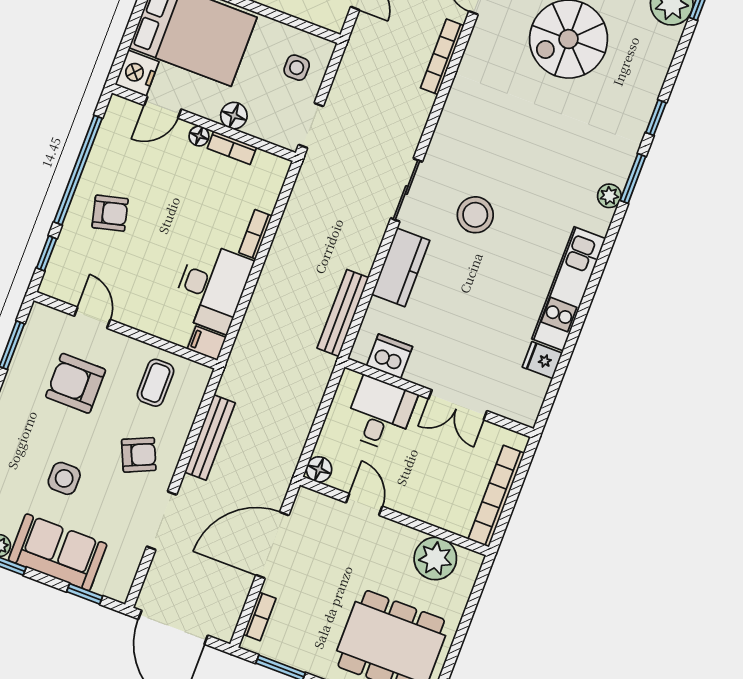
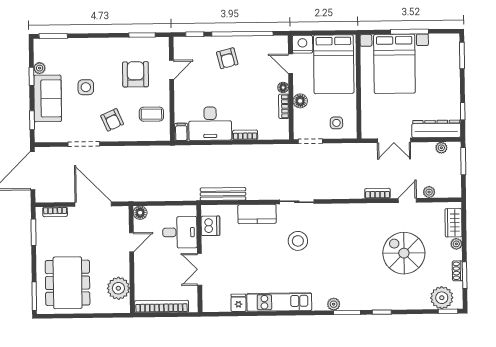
bookcase: (442, 57) -> (377, 193), width x0.64
bench: (210, 438) -> (135, 152), removed

